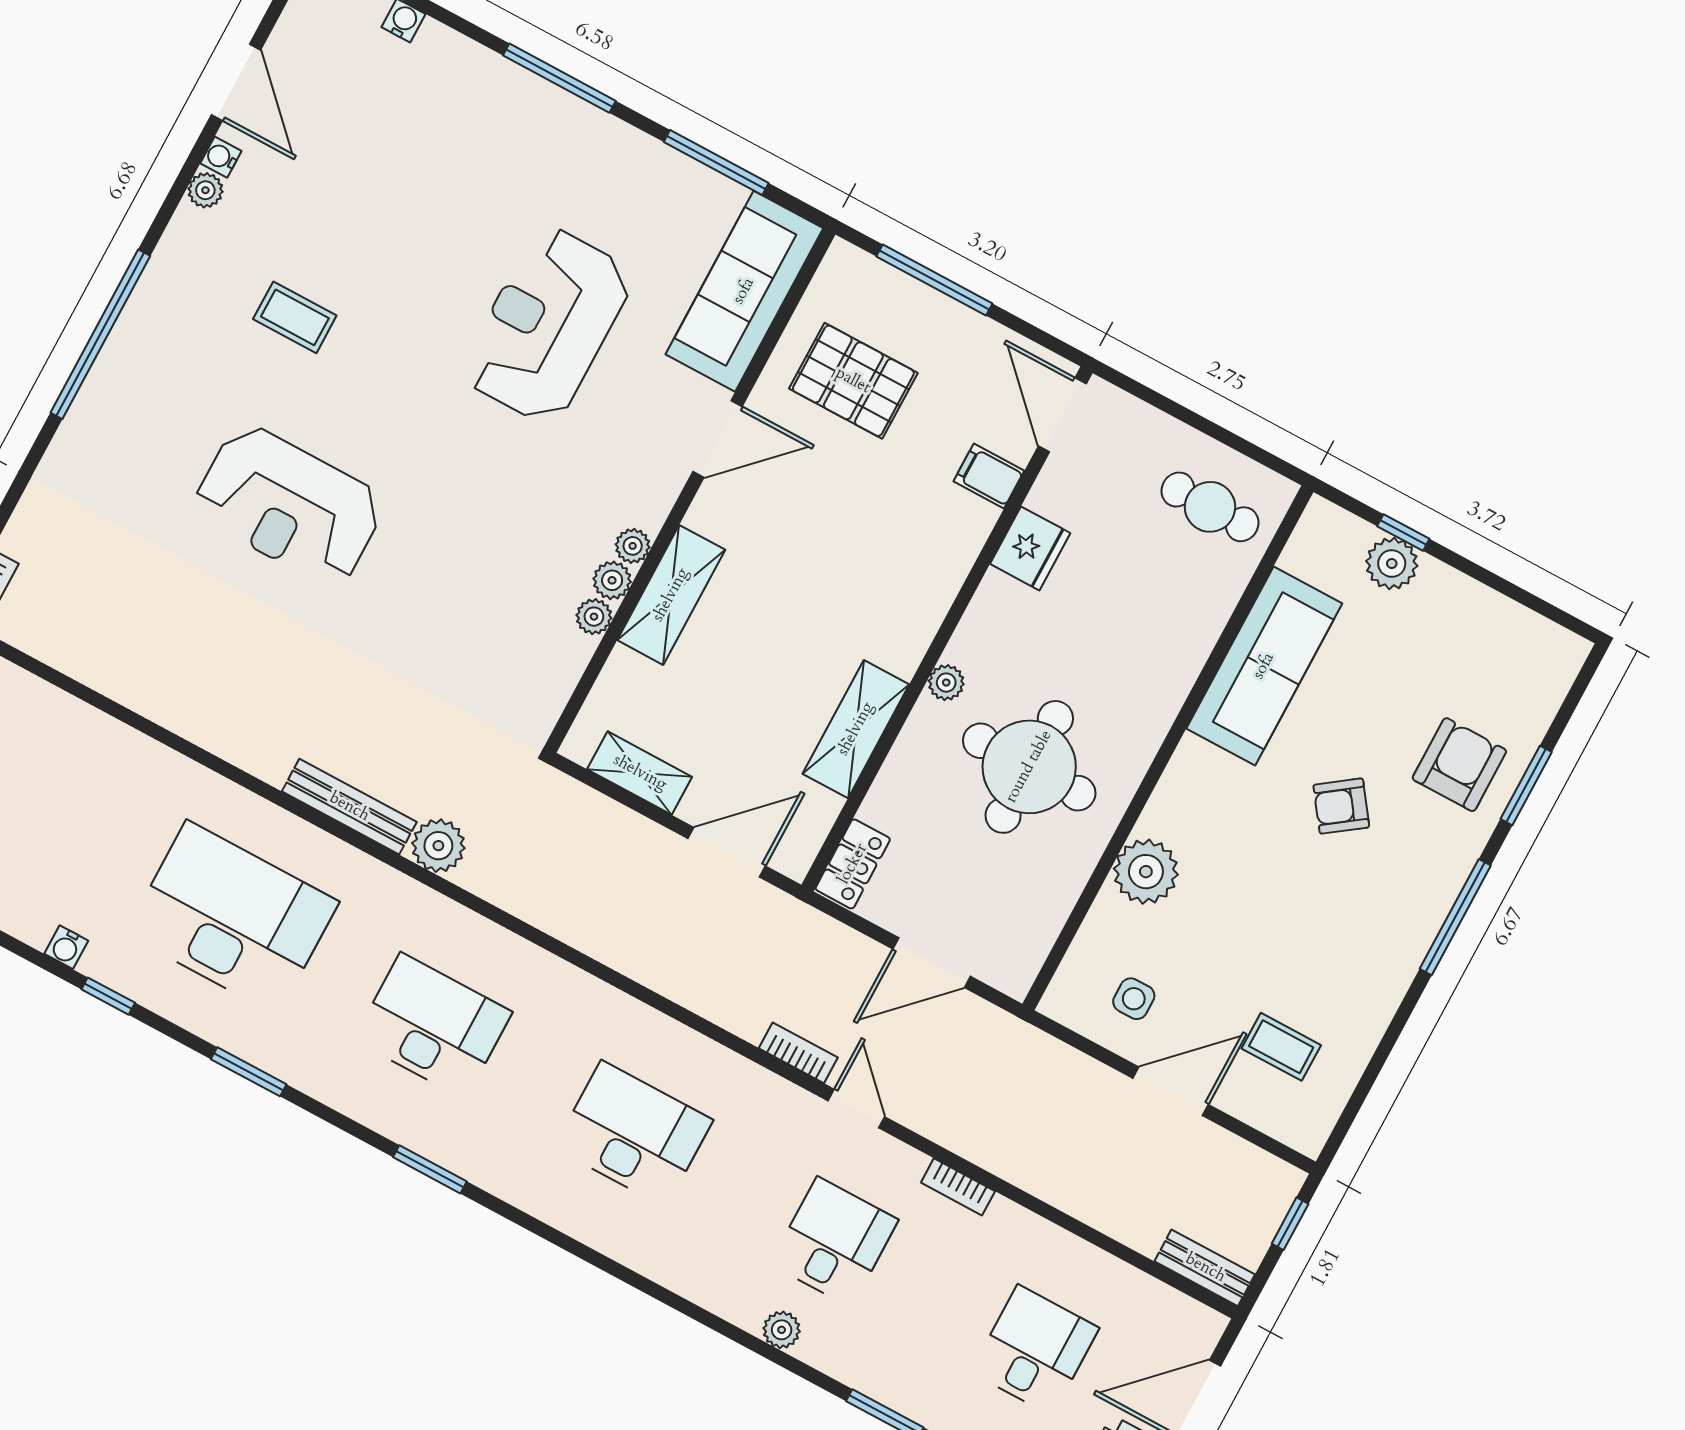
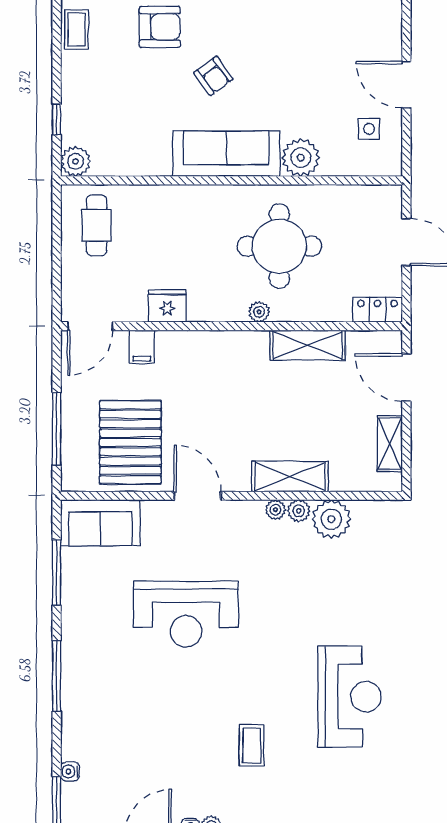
sofa: (744, 291) -> (100, 523), width x0.73
pallet: (853, 381) -> (130, 442), width x1.37, depth x1.41
plant: (1392, 564) -> (76, 161), moved
plant: (594, 617) -> (331, 519), width x1.88, depth x1.88
sofa: (1264, 666) -> (226, 154), moved
armchair: (1459, 765) -> (160, 27), turned 180
coffee table: (1281, 1047) -> (76, 29), moved

